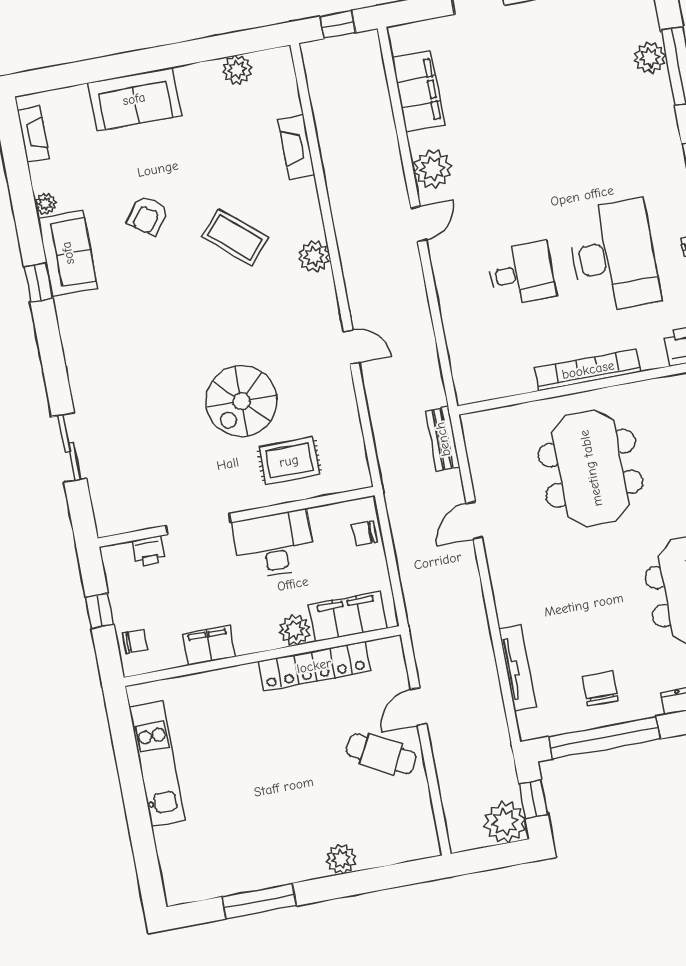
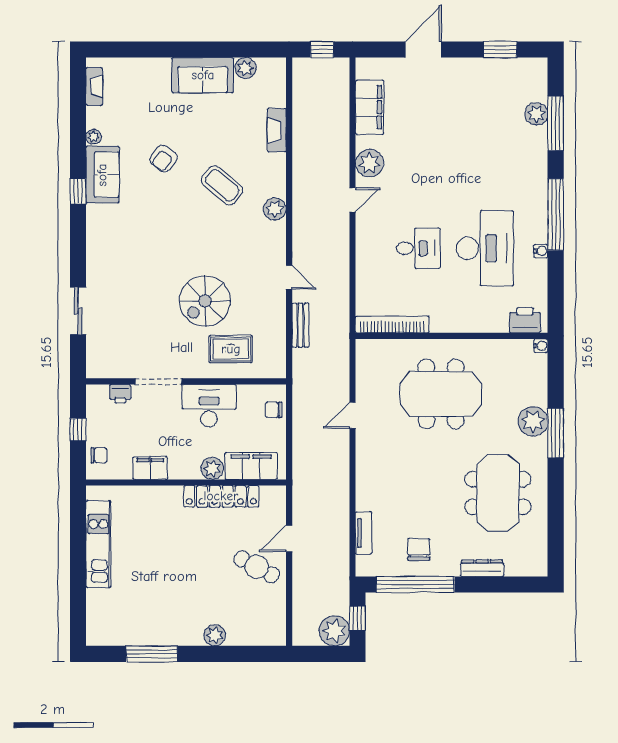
sofa: (134, 99) -> (203, 75), moved
bookcase: (588, 370) -> (392, 325), moved
bench: (443, 439) -> (301, 325), moved
meeting table: (591, 468) -> (441, 394), turned 90
tv unit: (518, 668) -> (364, 533), width x0.71

